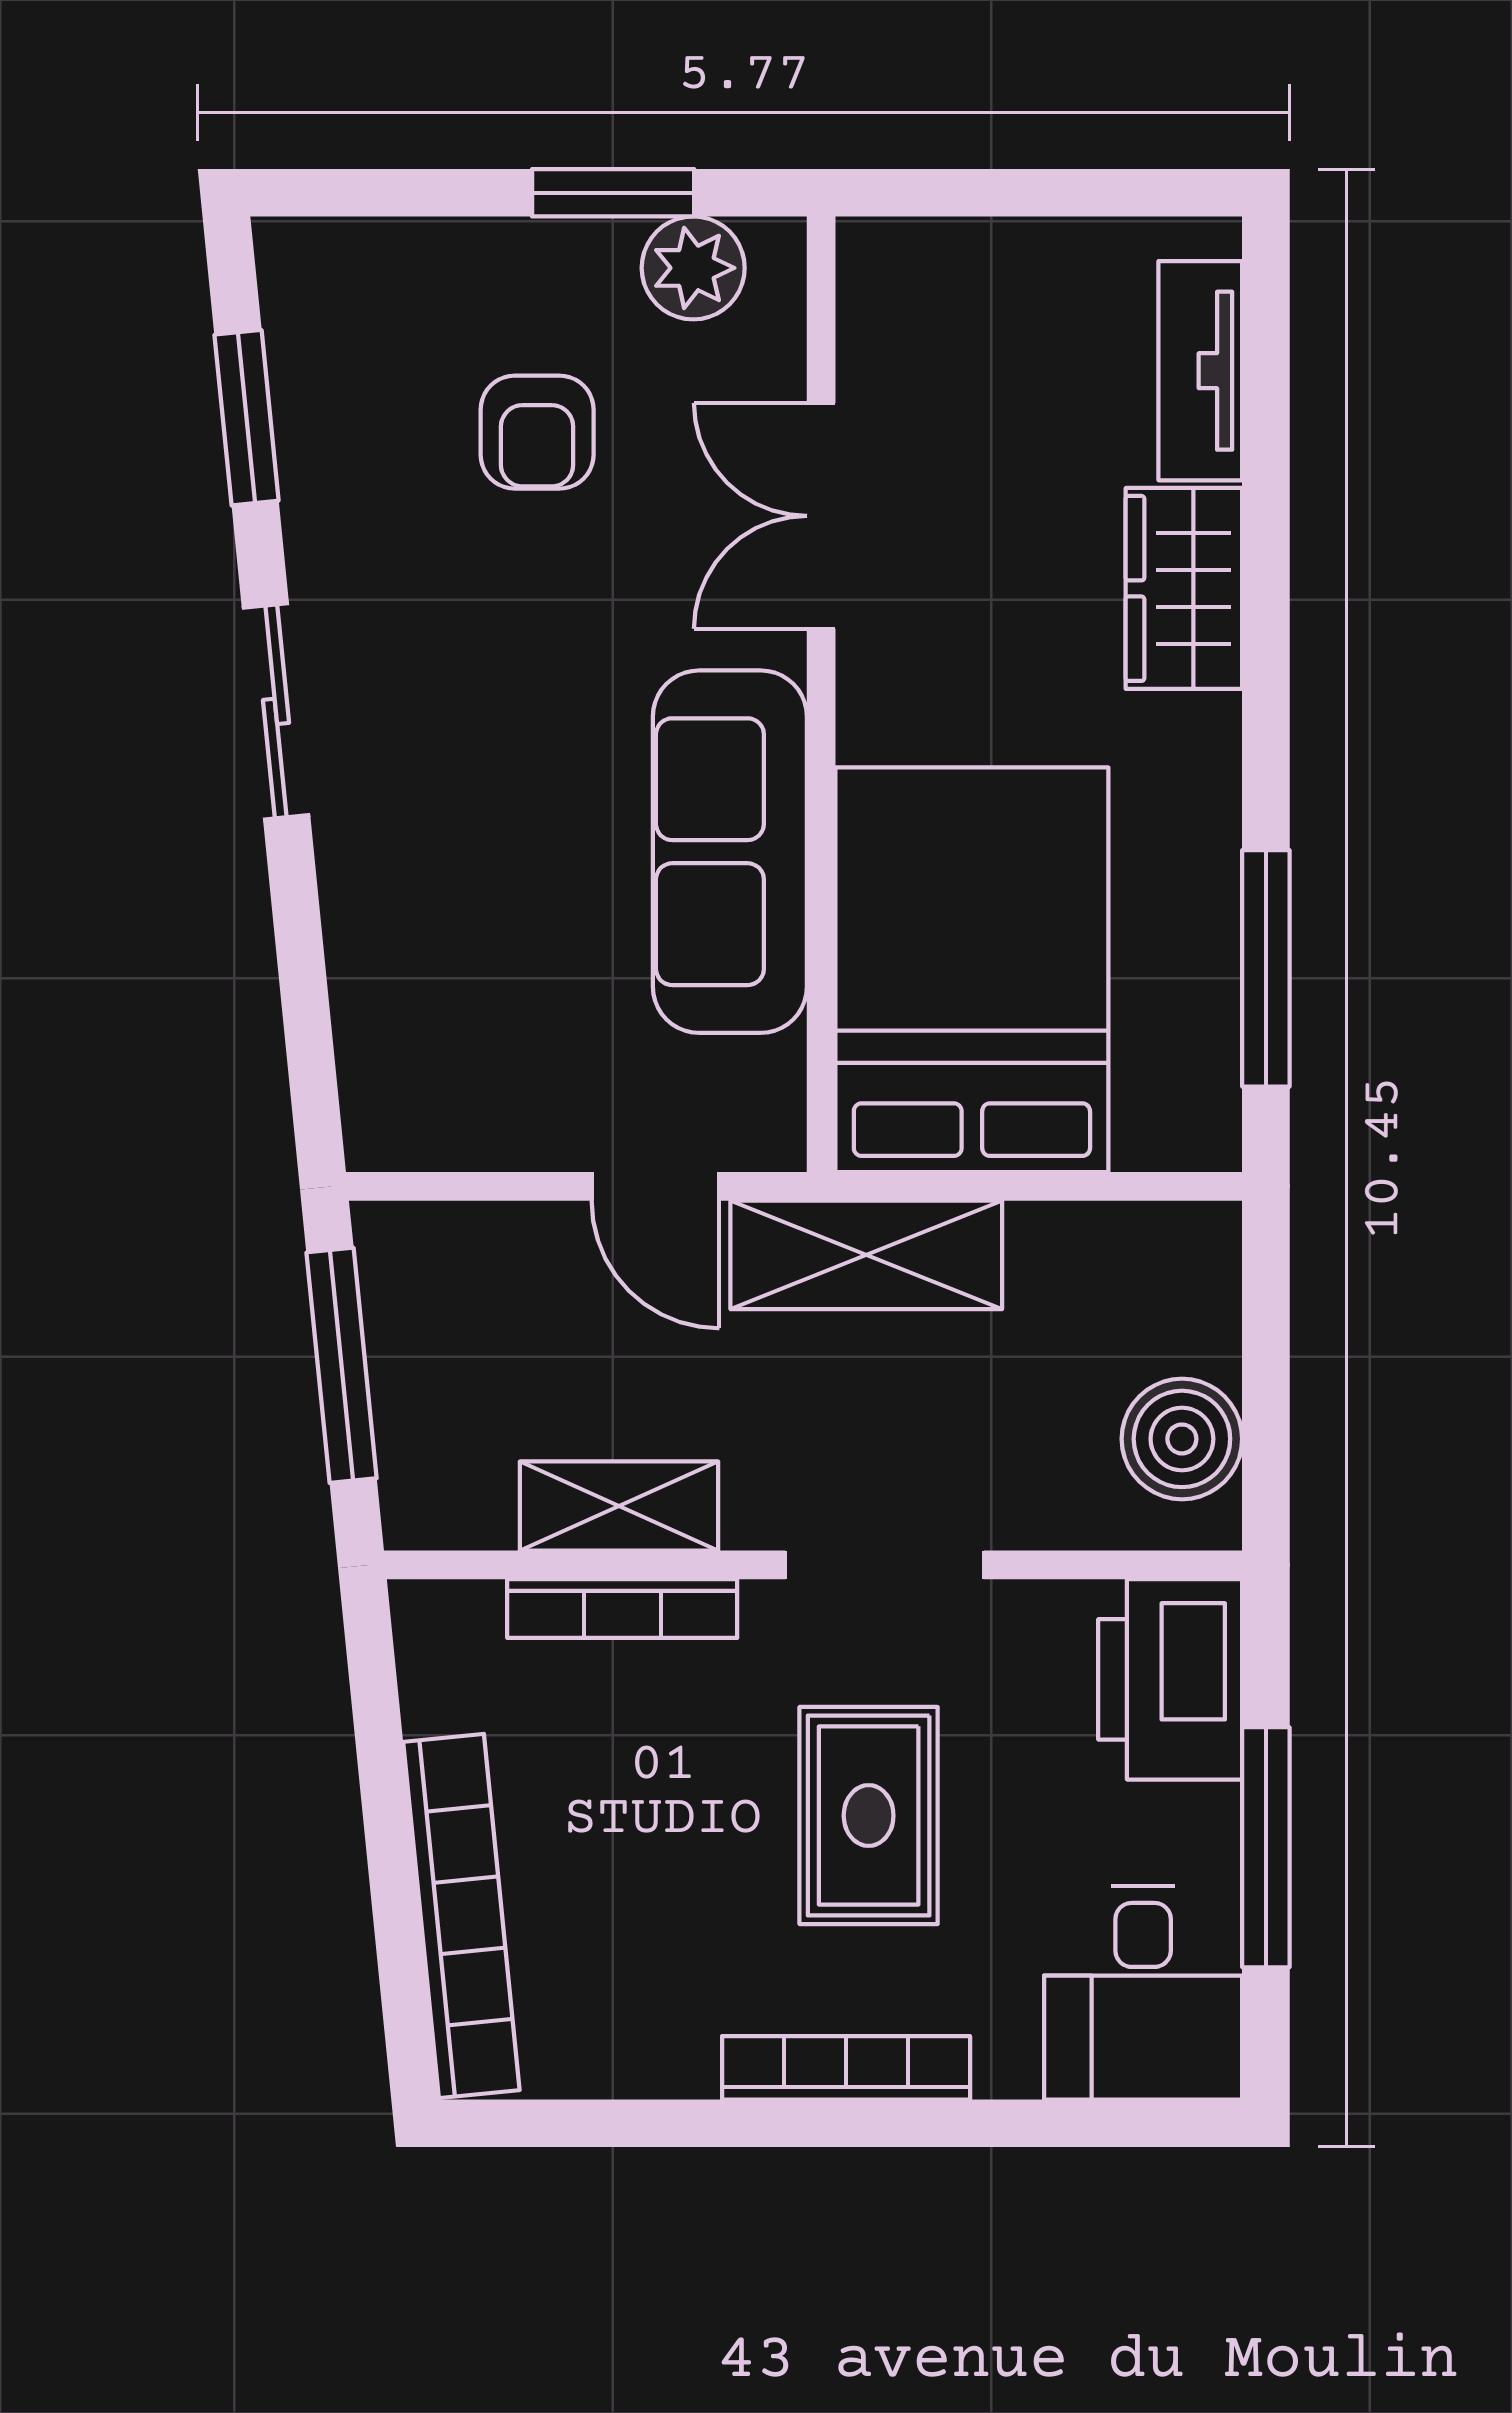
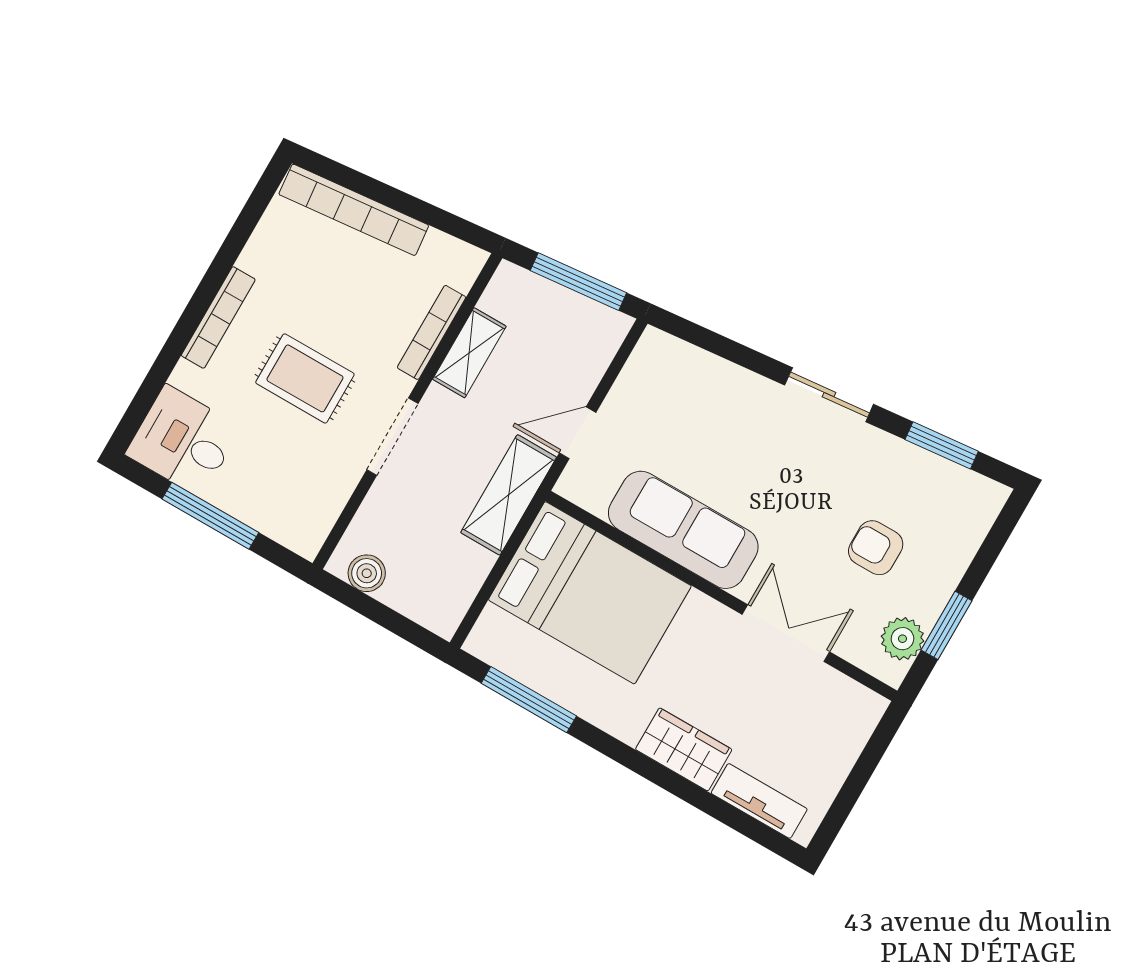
boiler: (1182, 1439) -> (367, 573), width x0.73, depth x0.73
printer: (1170, 1679) -> (291, 516), removed

